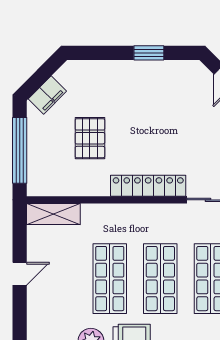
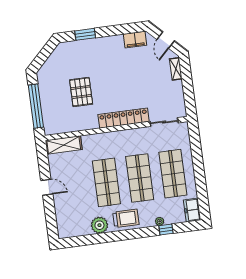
window: (149, 53) -> (85, 34), moved
filing cabinet: (47, 95) -> (135, 40), moved, turned 45
door: (20, 274) -> (47, 187), hinge flipped

